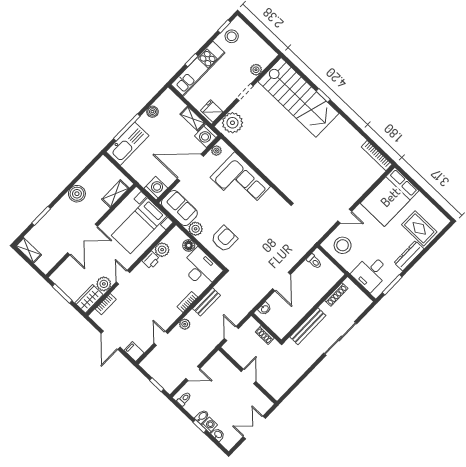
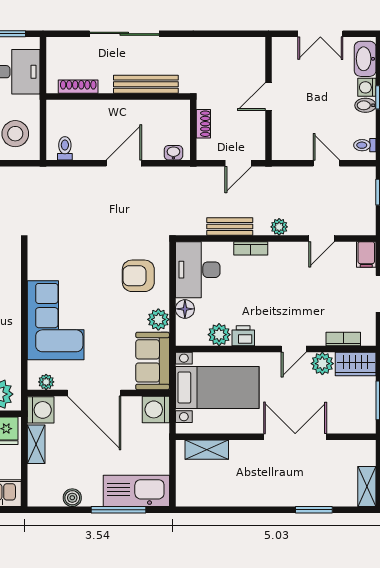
boiler: (77, 194) -> (249, 493), removed
washbasin: (218, 435) -> (365, 59), width x1.91, depth x1.45

